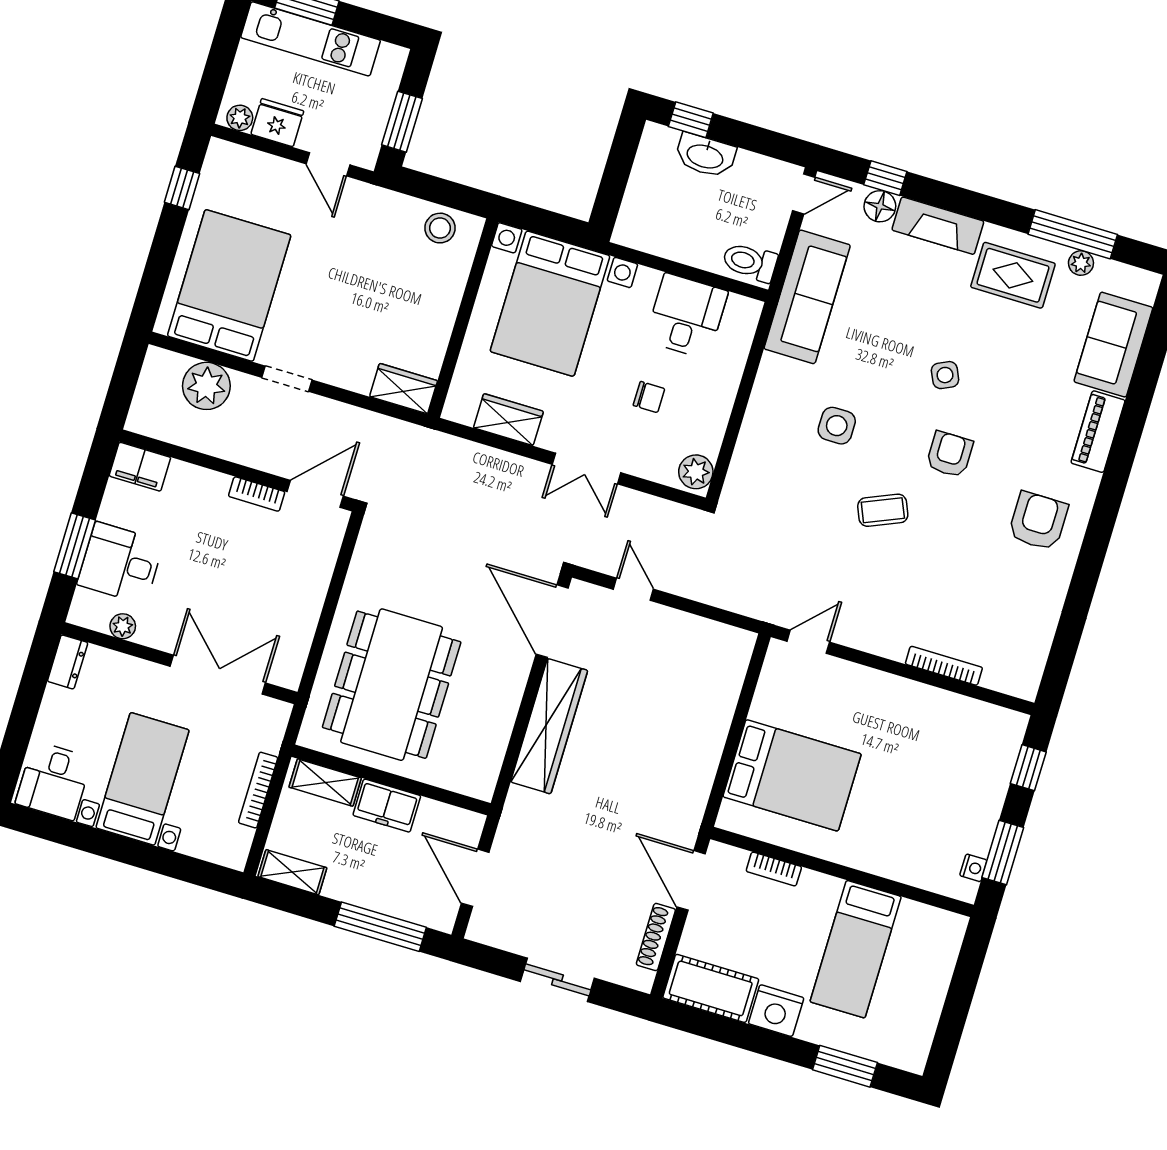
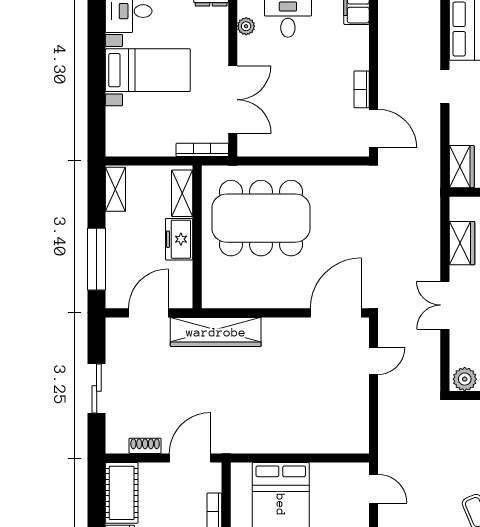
plant: (206, 386) -> (424, 34), removed
wardrobe: (549, 726) -> (216, 332), moved
bookcase: (258, 790) -> (202, 150), moved
shoe rack: (656, 937) -> (145, 446), width x0.70

